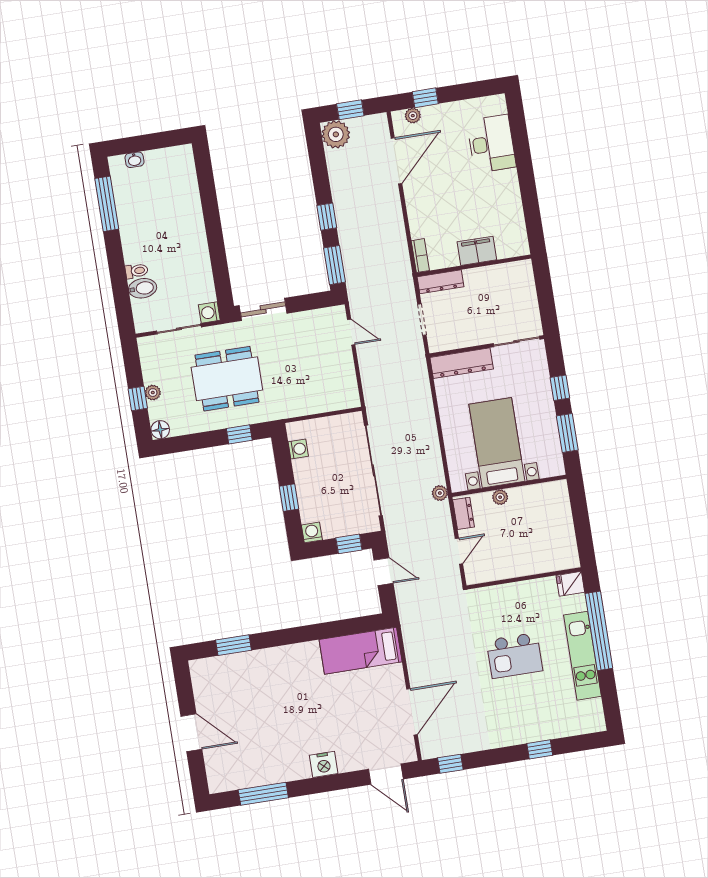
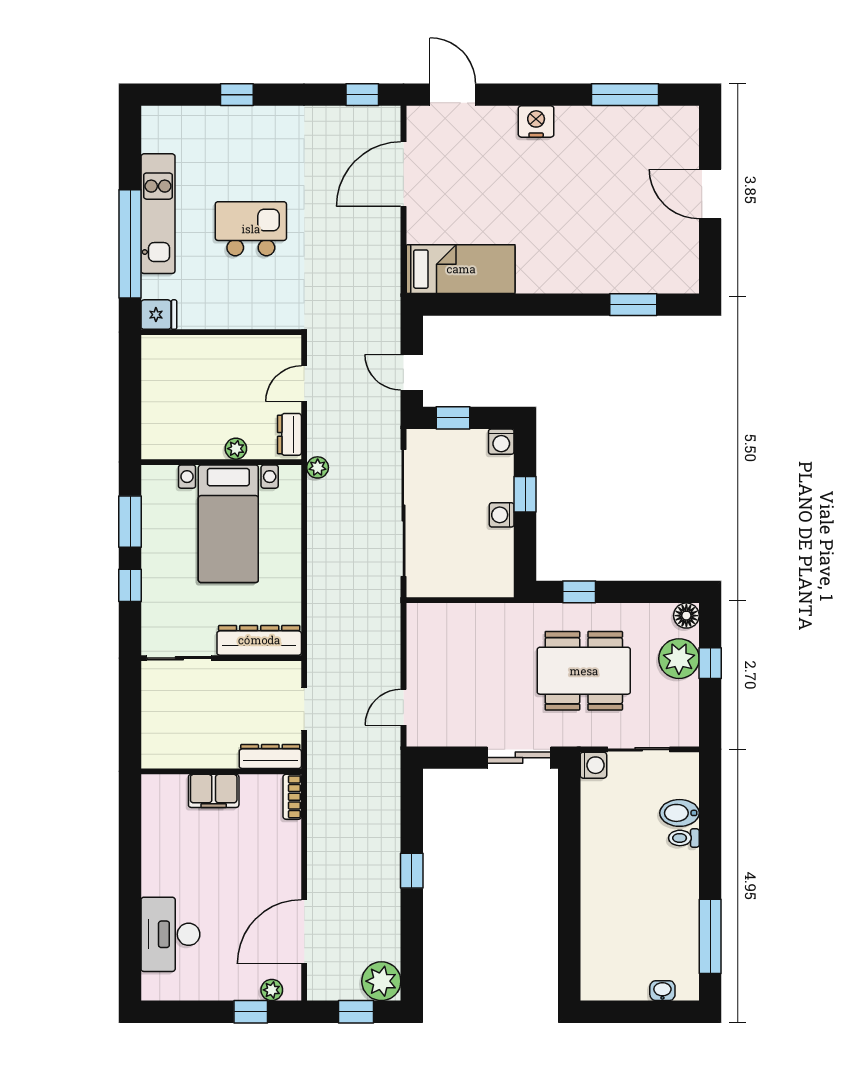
window: (334, 265) -> (412, 803), removed
door: (351, 332) -> (403, 707), hinge flipped
plant: (153, 393) -> (679, 659), width x1.88, depth x1.88
washing machine: (298, 449) -> (502, 515), moved

